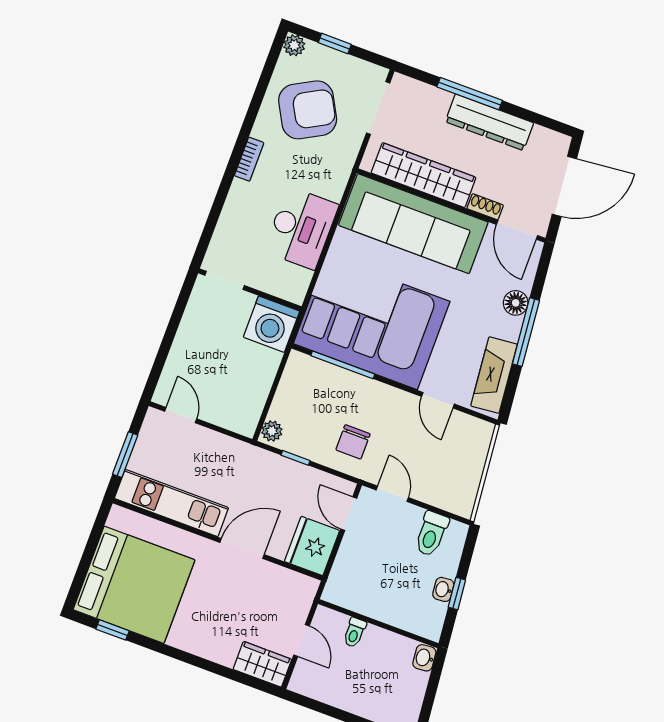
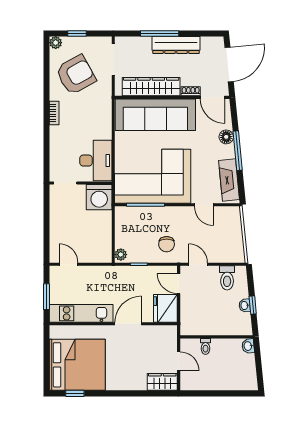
desk: (301, 228) -> (96, 161), moved

